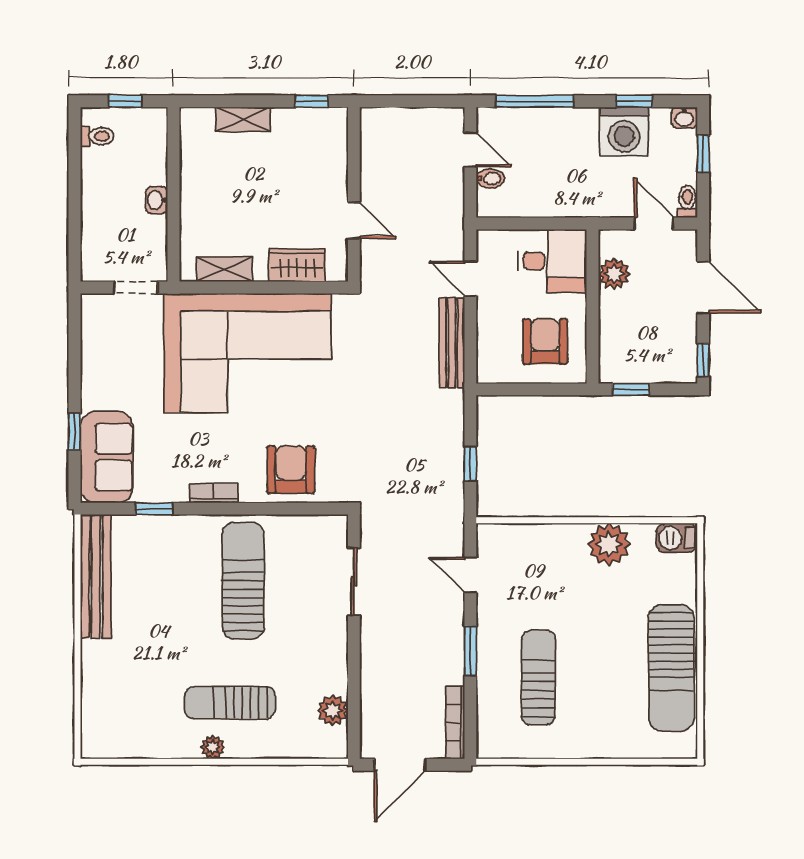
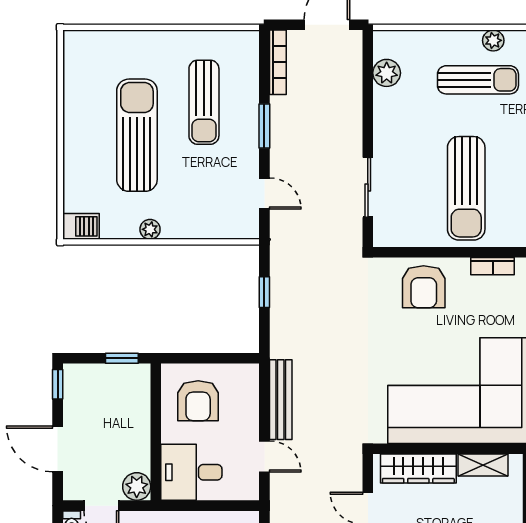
wardrobe: (297, 265) -> (418, 468), width x1.50
plant: (614, 274) -> (137, 486), moved
plant: (609, 544) -> (150, 229), width x0.53, depth x0.53
sun lounger: (671, 668) -> (137, 135), moved

